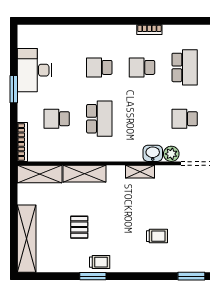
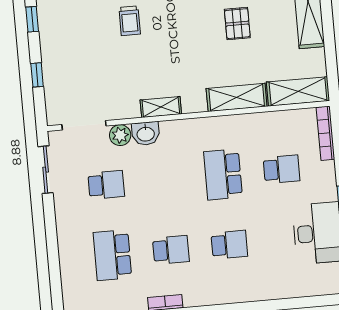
trolley: (157, 236) -> (130, 21), turned -90

